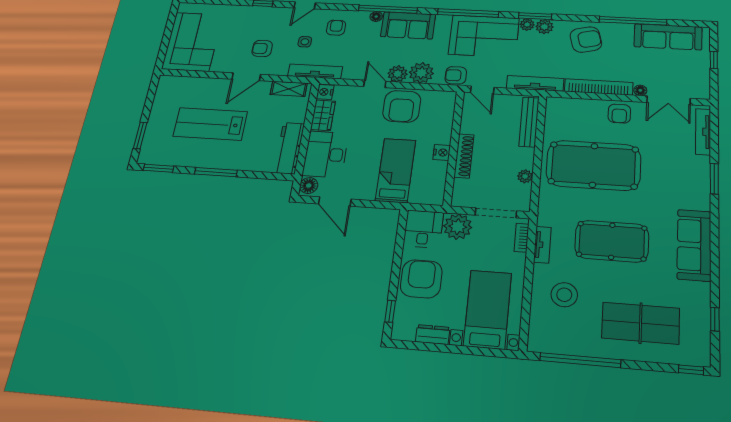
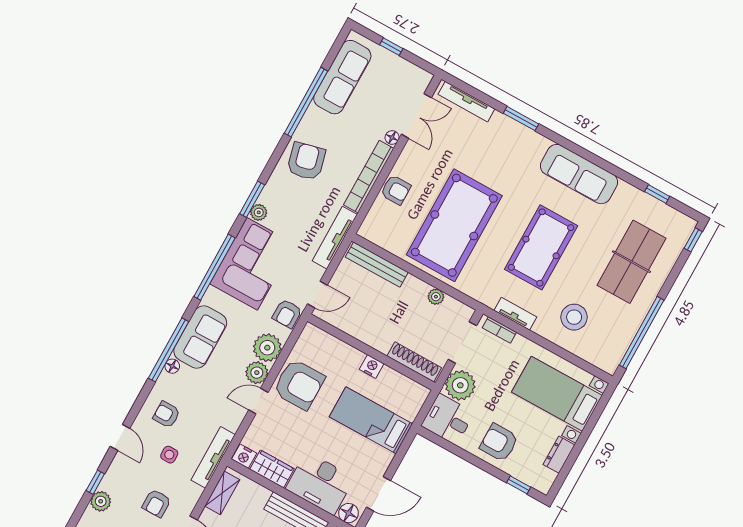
plant: (544, 27) -> (101, 501), moved
armchair: (619, 114) -> (396, 190), moved
shoe rack: (464, 156) -> (414, 362), moved
armchair: (421, 279) -> (499, 442), width x0.73, depth x0.73

